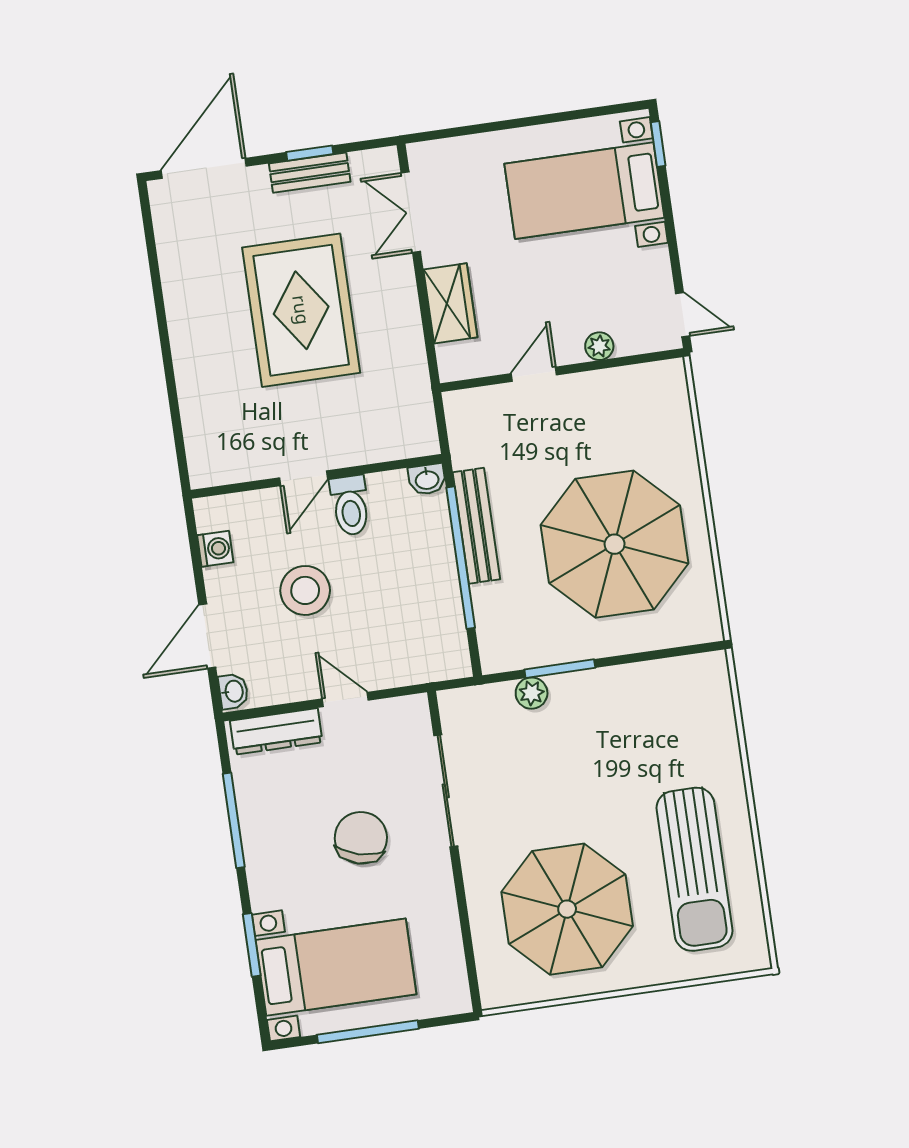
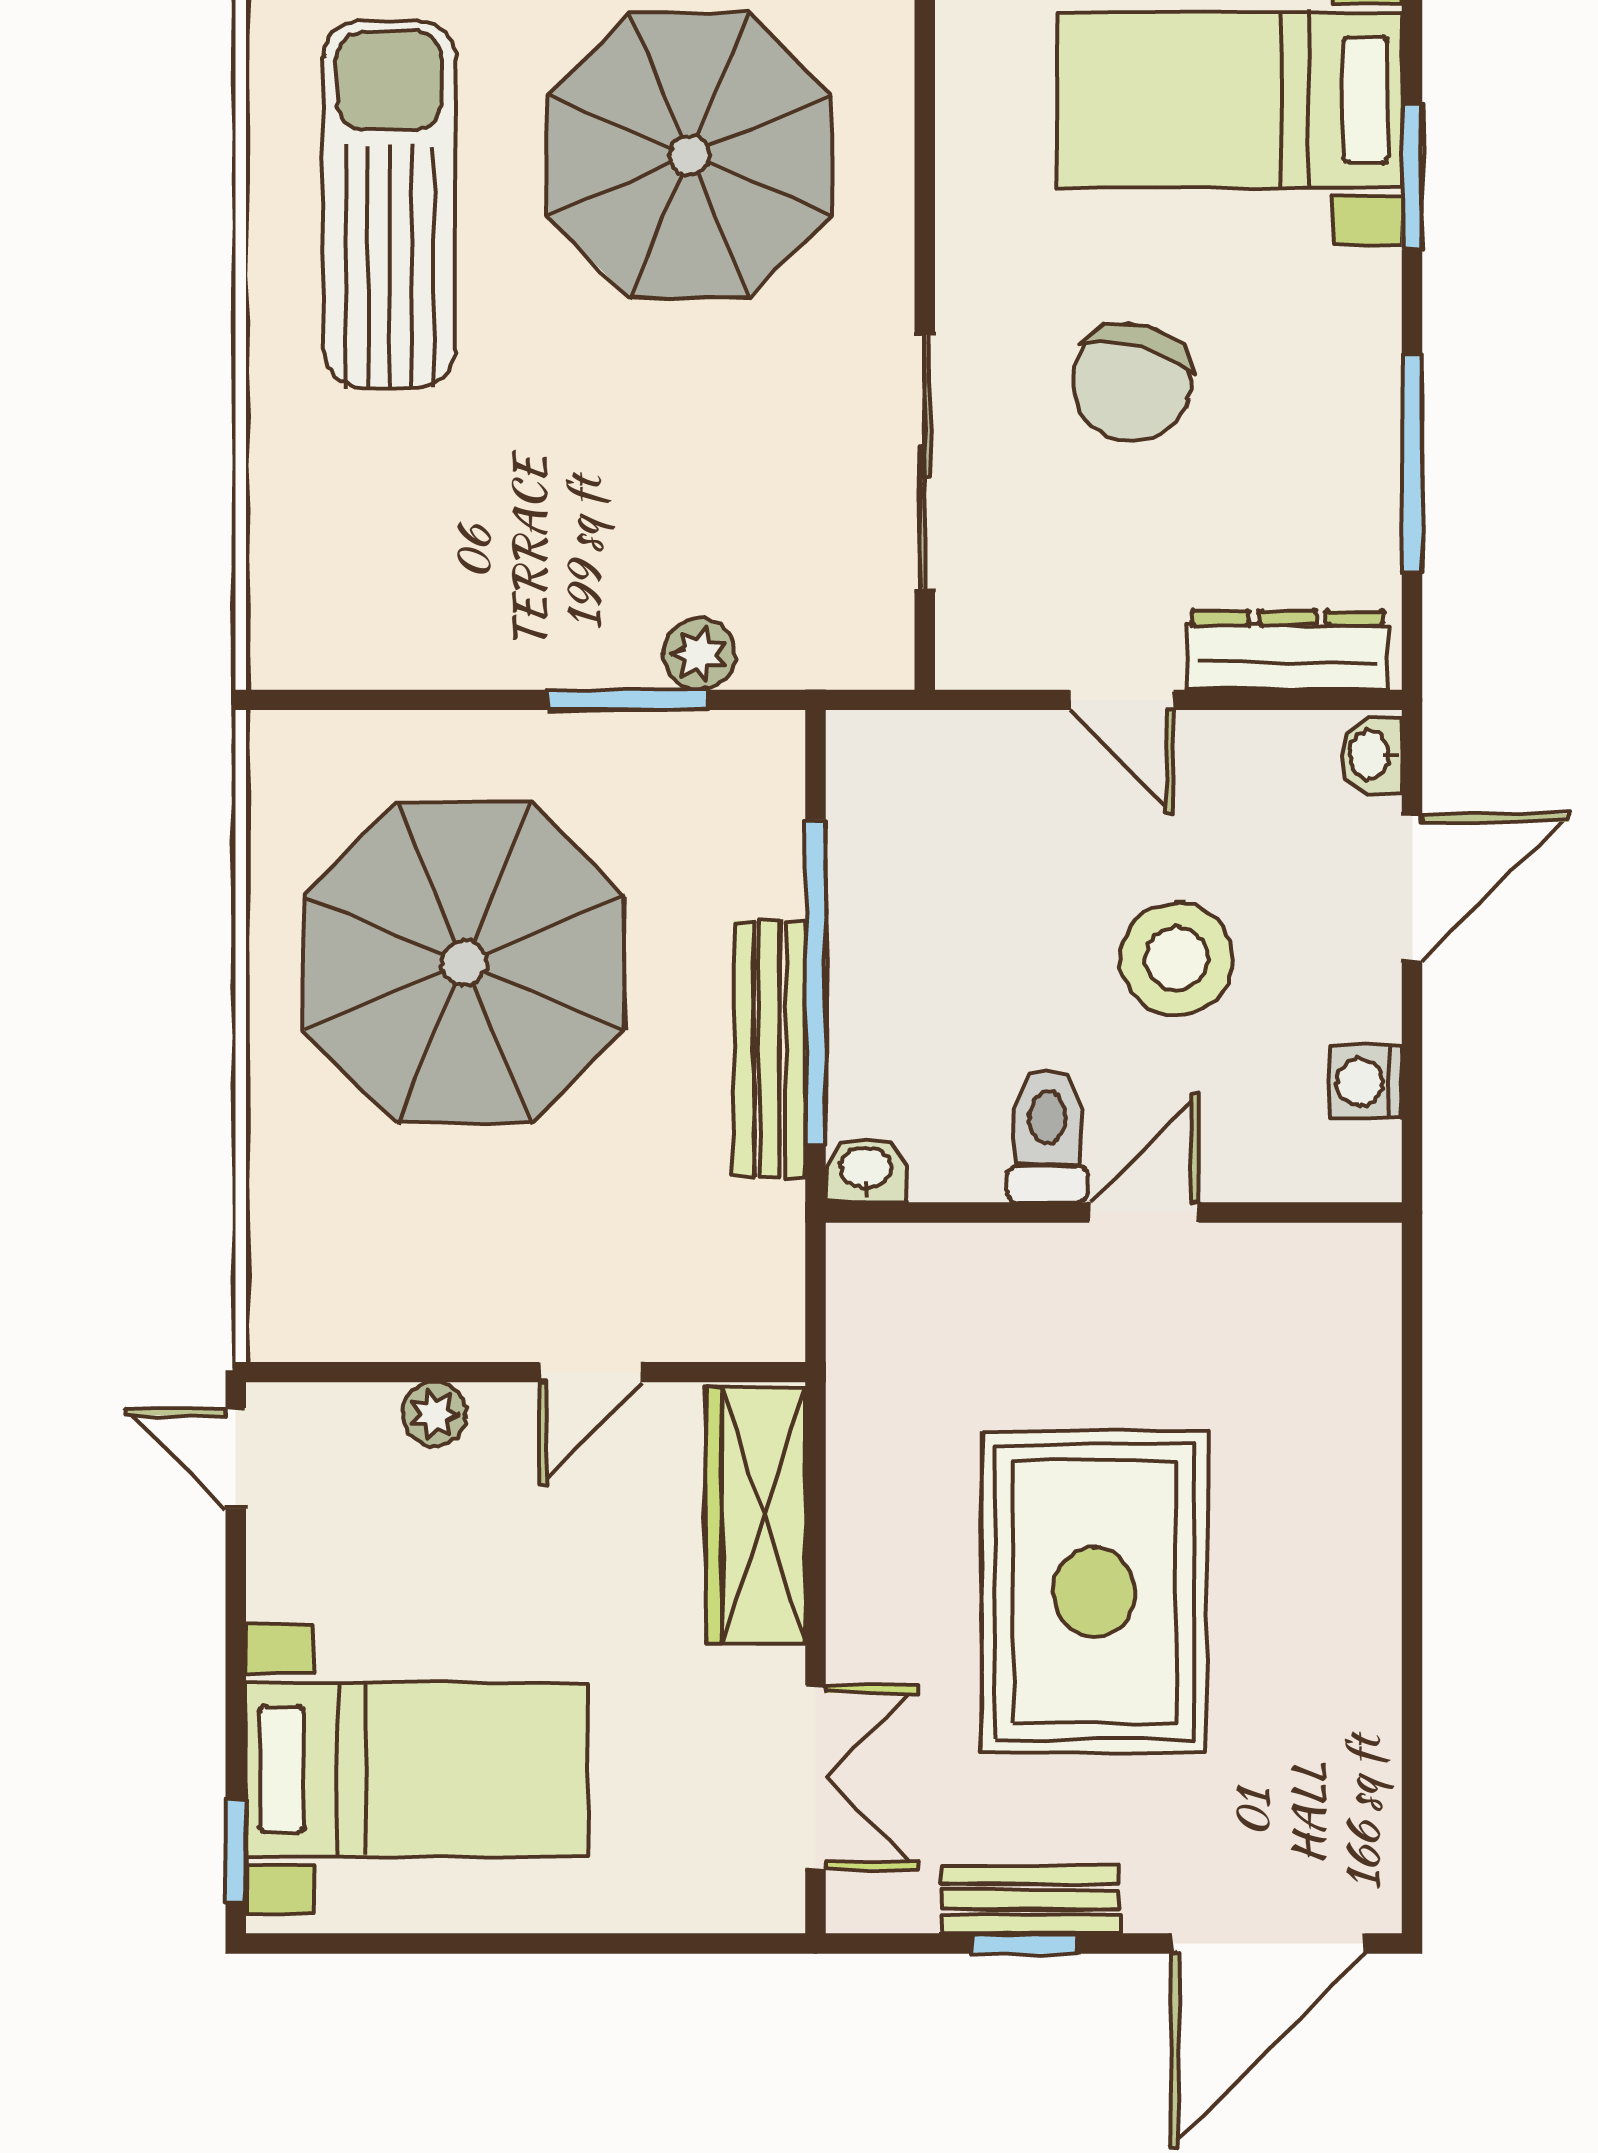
wardrobe: (450, 303) -> (756, 1516), width x1.50

